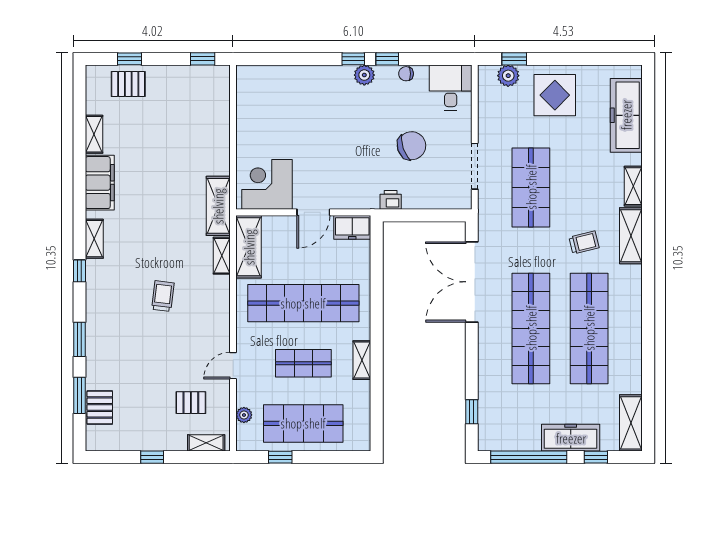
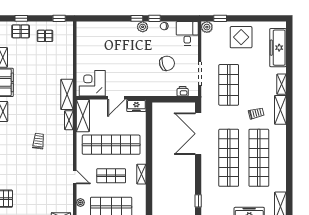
plant: (508, 76) -> (207, 27), moved
printer: (391, 200) -> (183, 91), moved
door: (233, 366) -> (75, 177), swing flipped
pallet: (191, 403) -> (45, 36), moved

